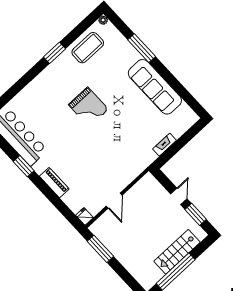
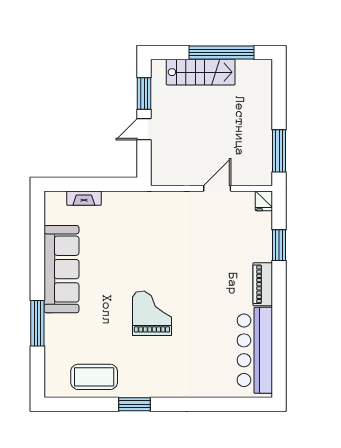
plant: (103, 20) -> (51, 391), removed
fireplace: (165, 145) -> (84, 198), moved
window: (24, 166) -> (279, 245), moved
piano: (54, 183) -> (263, 284), moved

